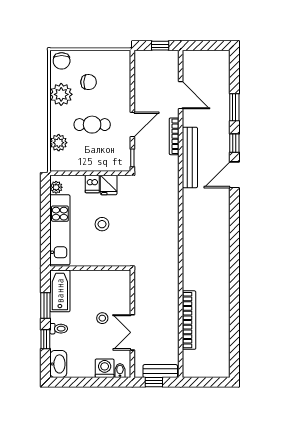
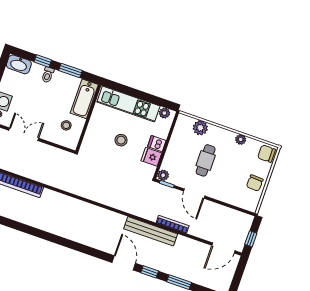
chair: (89, 82) -> (255, 183), moved
plant: (61, 94) -> (241, 139), width x0.53, depth x0.53
door: (181, 95) -> (223, 248), moved
plant: (124, 165) -> (163, 175), added
bathtub: (60, 291) -> (84, 99), moved, turned 90
stool: (102, 318) -> (66, 125), moved

